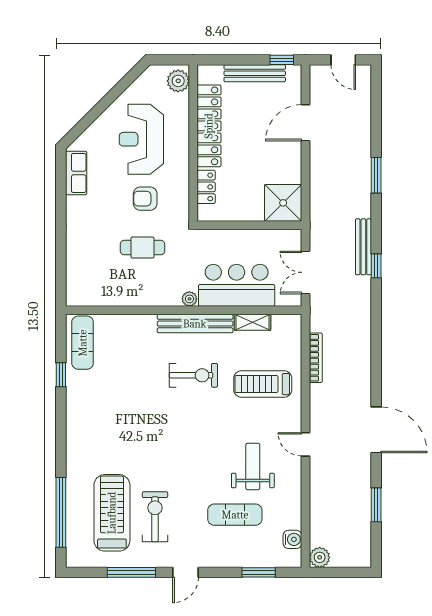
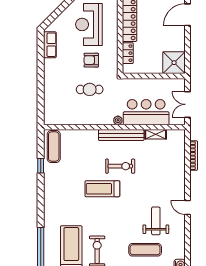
treadmill: (263, 384) -> (102, 189), moved

